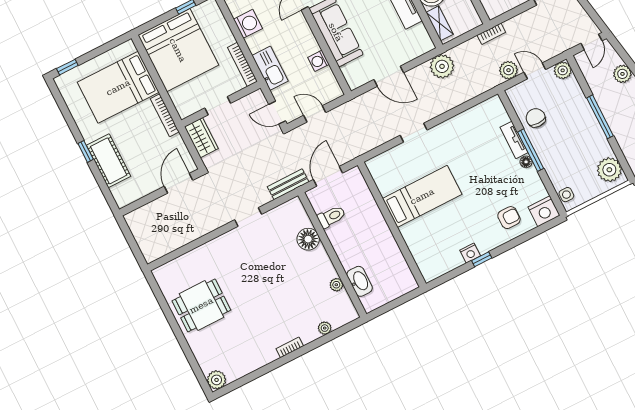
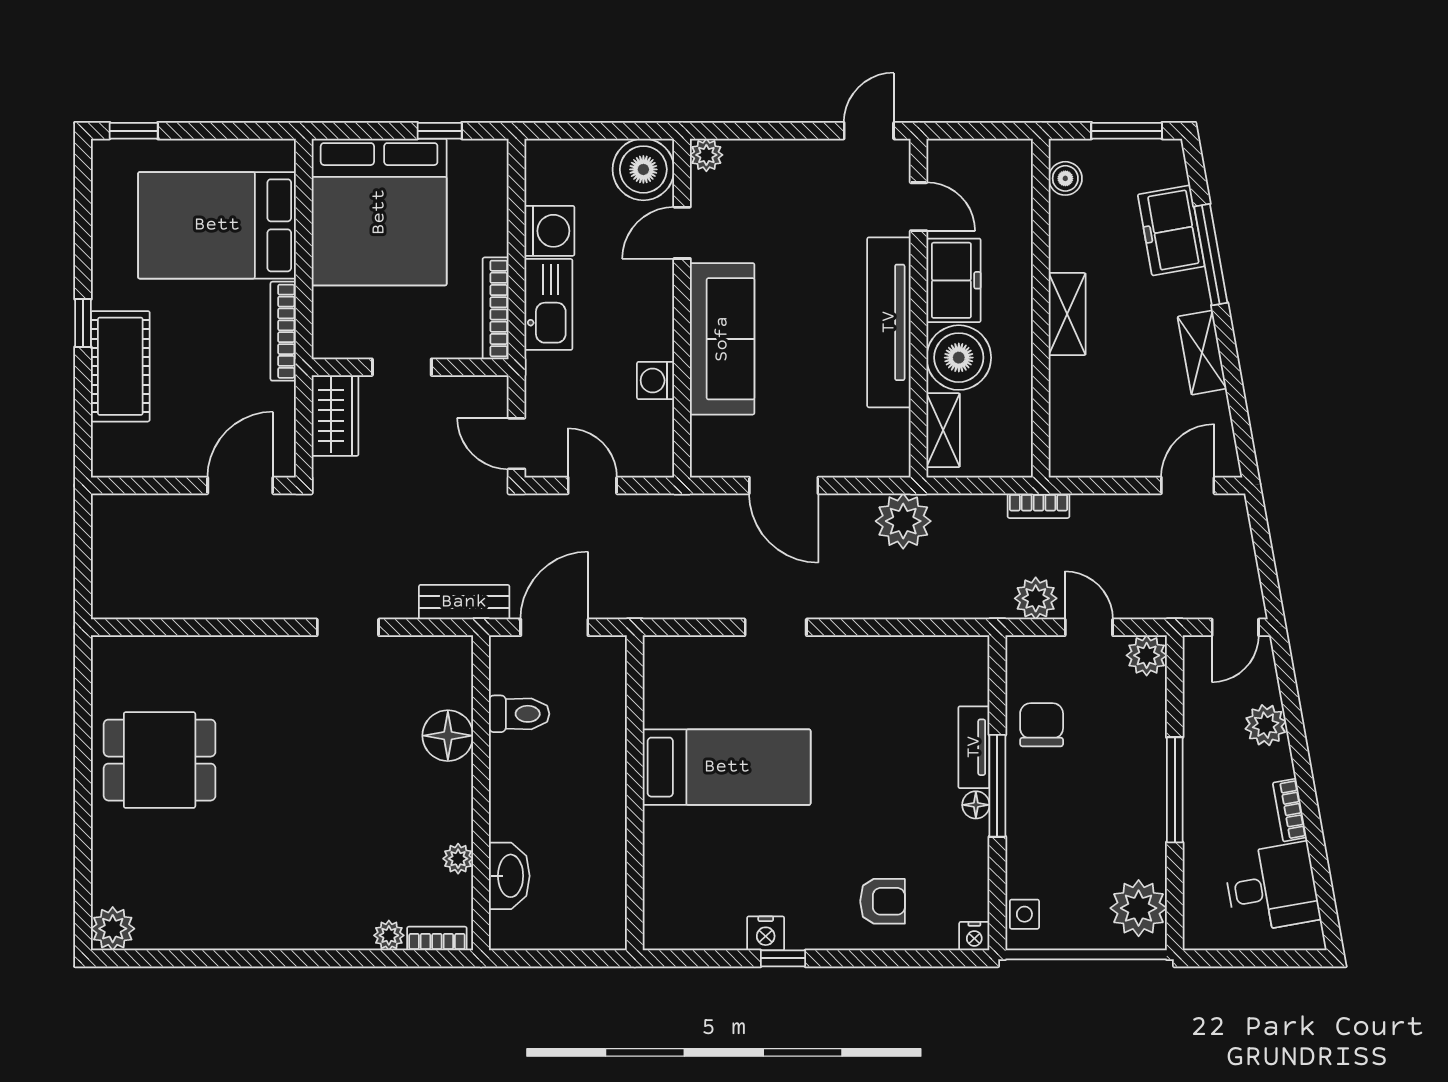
kitchen sink: (270, 68) -> (548, 304), moved
nightstand: (544, 211) -> (974, 936), width x0.53, depth x0.56
bookcase: (290, 347) -> (437, 939), moved

